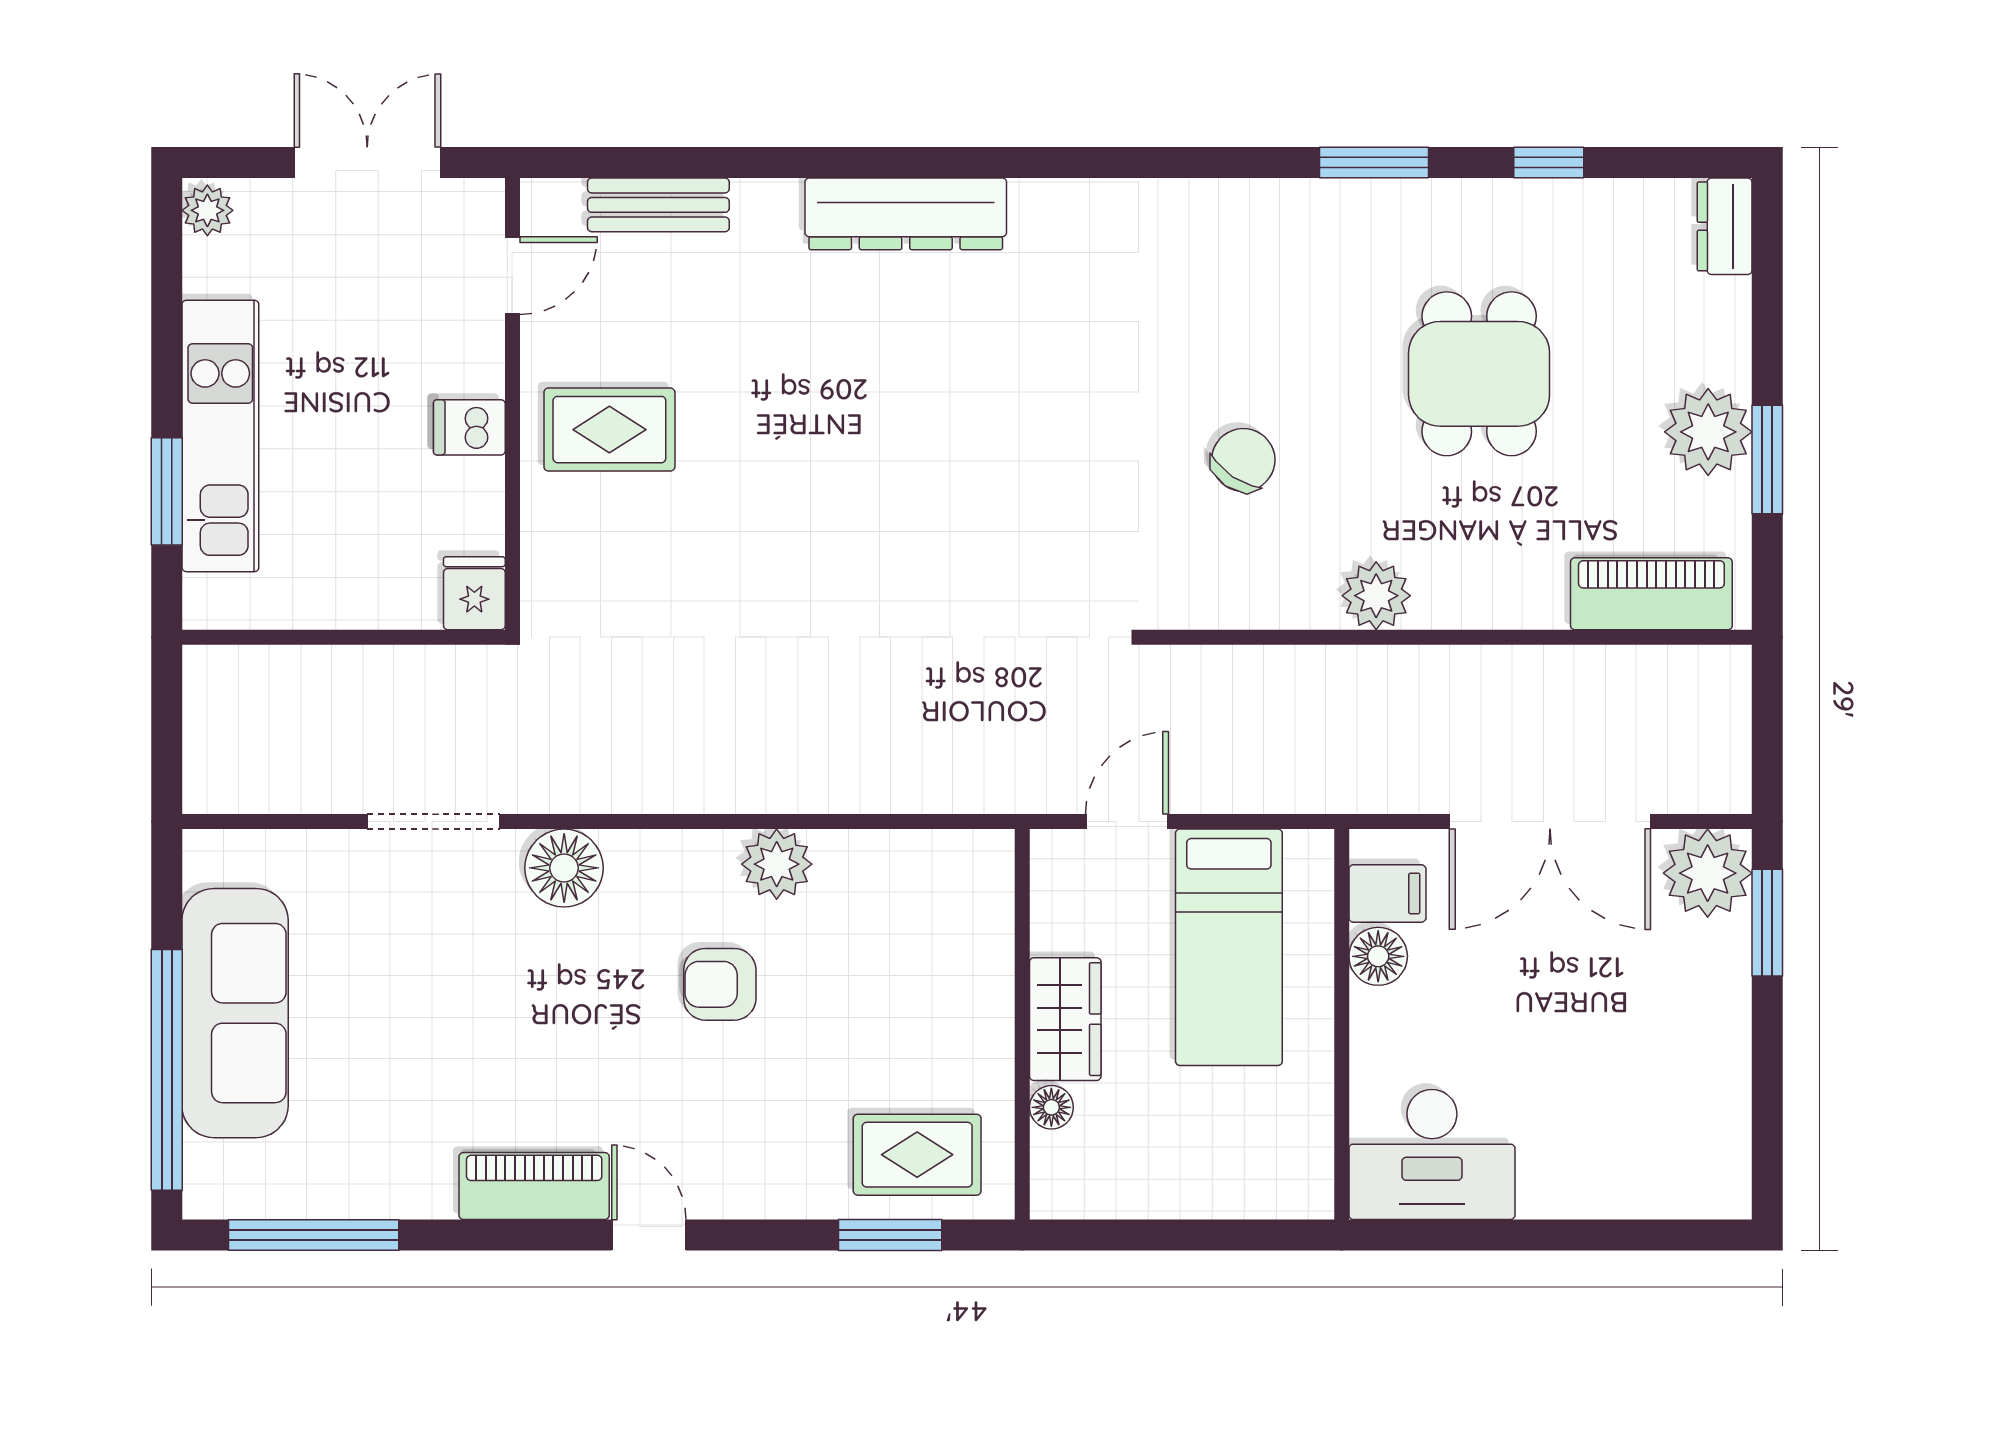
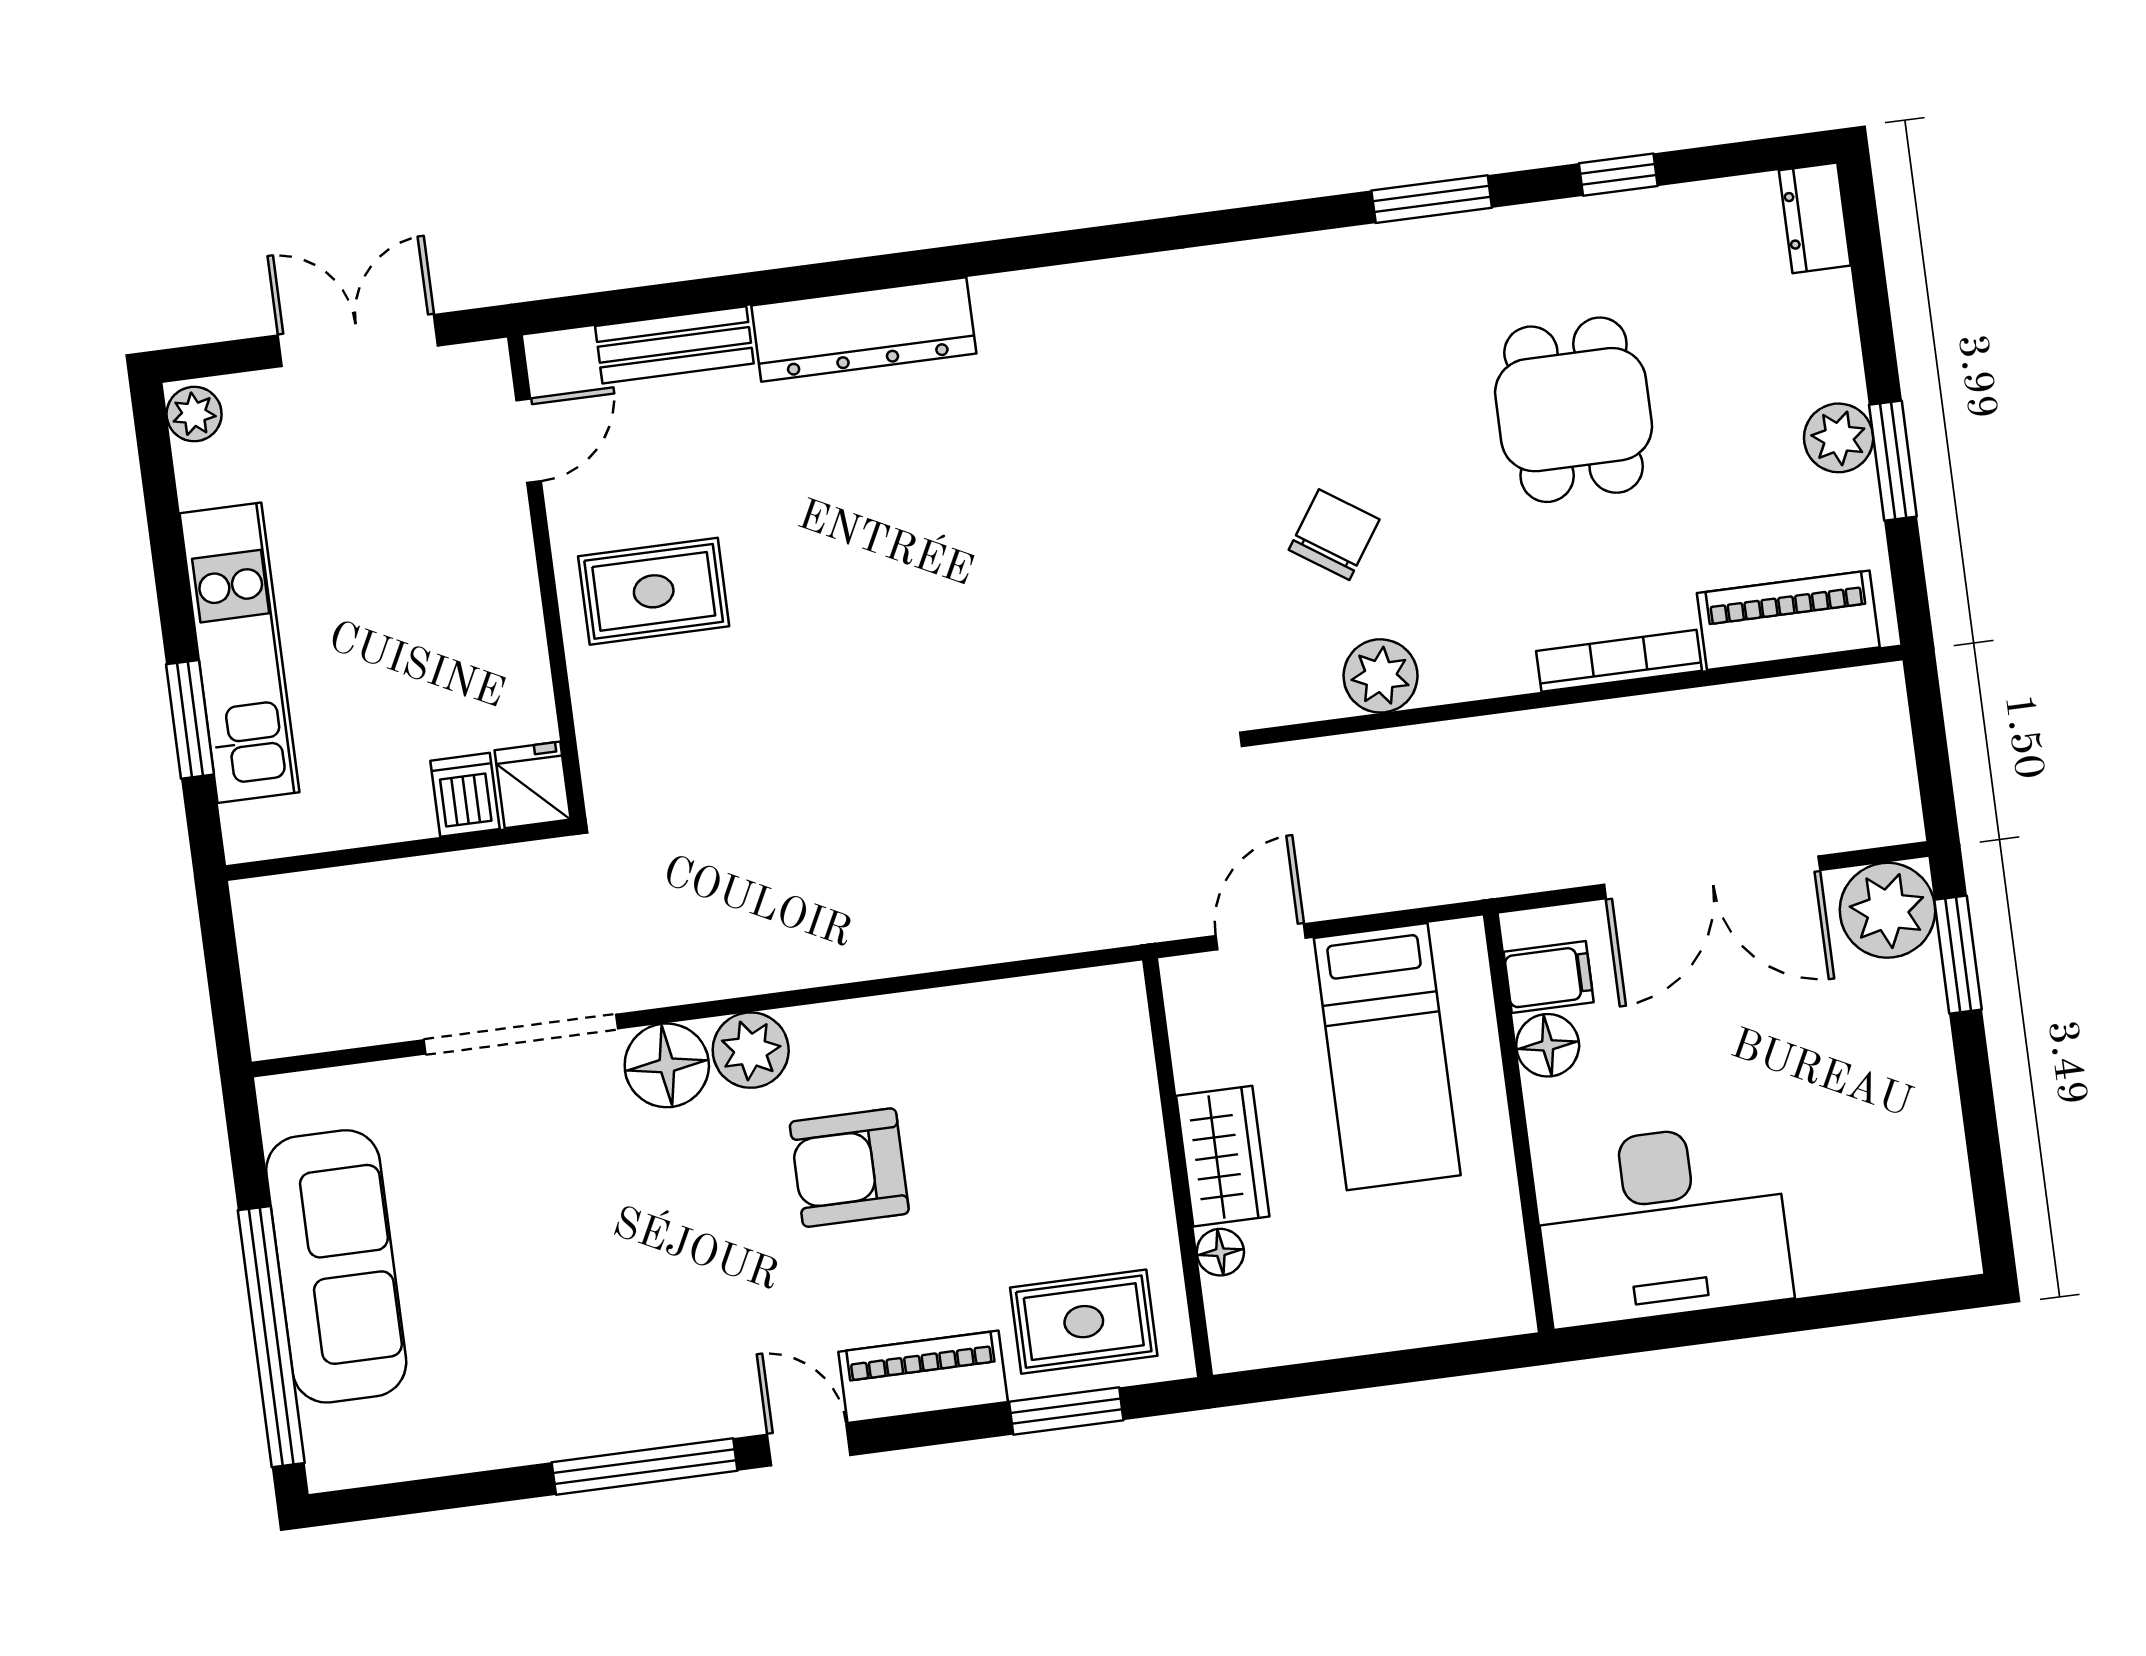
dresser: (906, 214) -> (864, 330), moved
dishwasher: (469, 427) -> (465, 795), moved, turned 90
plant: (1708, 432) -> (1839, 438), width x0.73, depth x0.73
plant: (1376, 596) -> (1381, 676), moved
bookcase: (1491, 611) -> (1619, 661), added
doorway: (433, 822) -> (521, 1034), width x1.36
plant: (777, 864) -> (751, 1050), moved
armchair: (720, 984) -> (849, 1168), width x1.38, depth x1.38
desk: (1432, 1154) -> (1662, 1224), width x1.36, depth x1.30
piano: (534, 1186) -> (923, 1377), moved
window: (314, 1235) -> (645, 1467), moved

